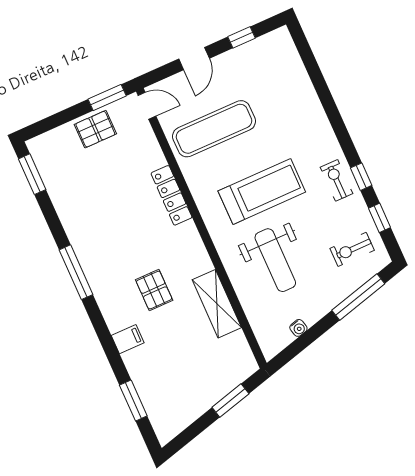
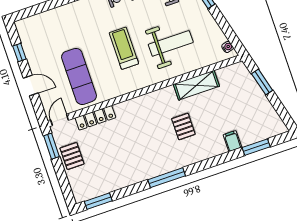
treadmill: (262, 191) -> (124, 48), width x0.73, depth x0.73
locker: (171, 195) -> (95, 118), moved
pallet: (154, 290) -> (183, 126), turned 90
water cooler: (298, 328) -> (228, 47), moved
filing cabinet: (128, 339) -> (232, 141), moved

